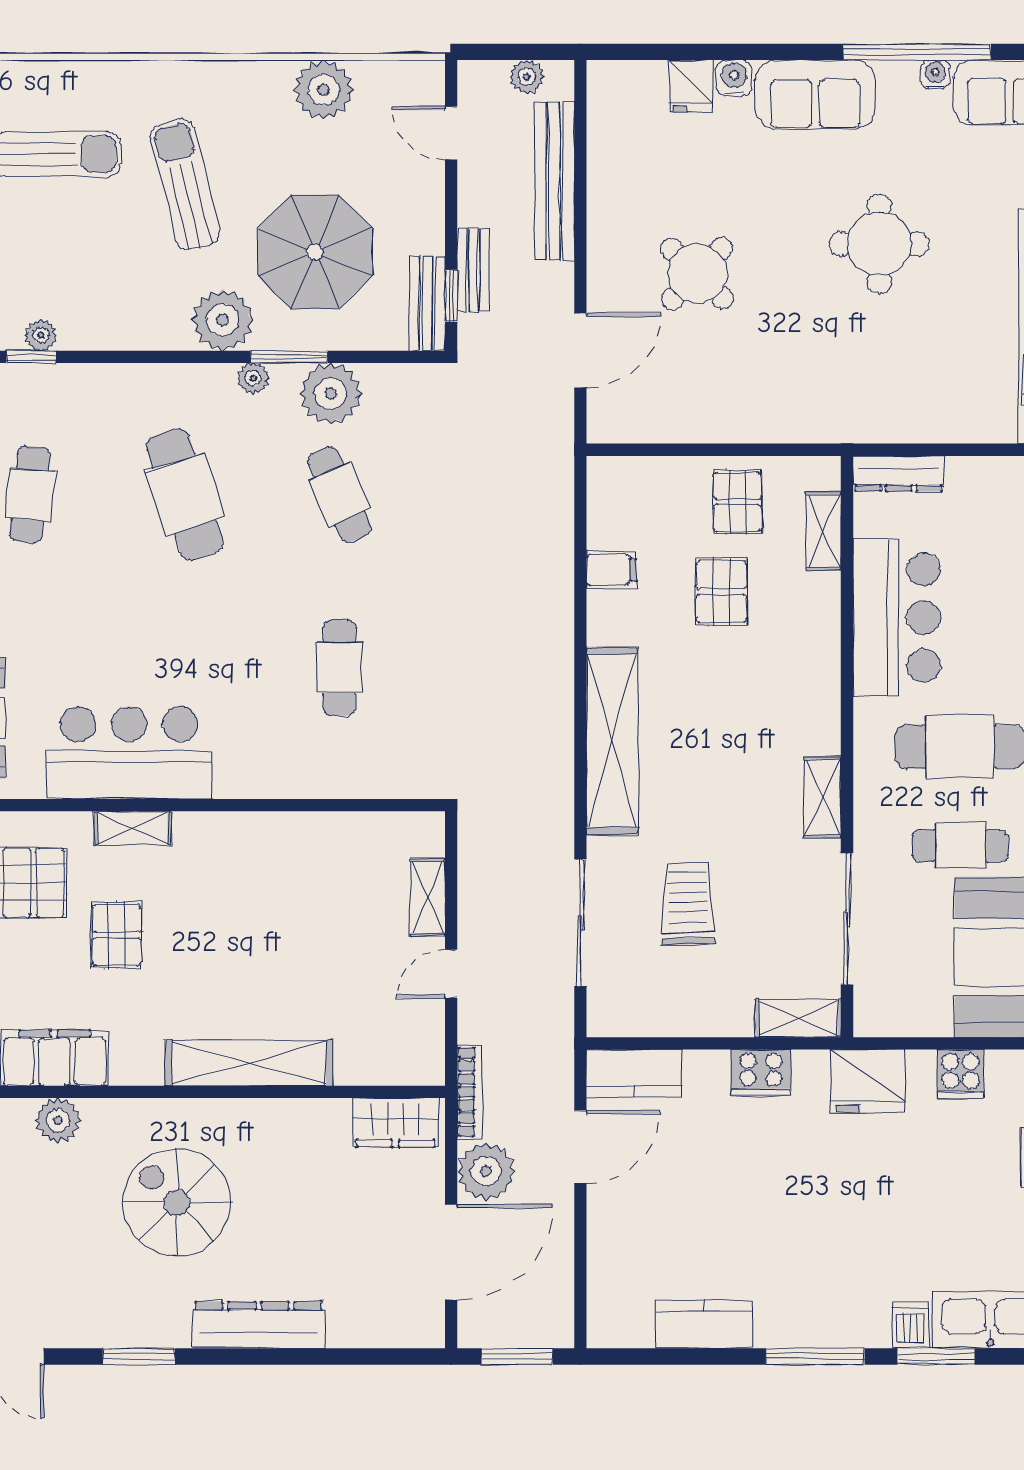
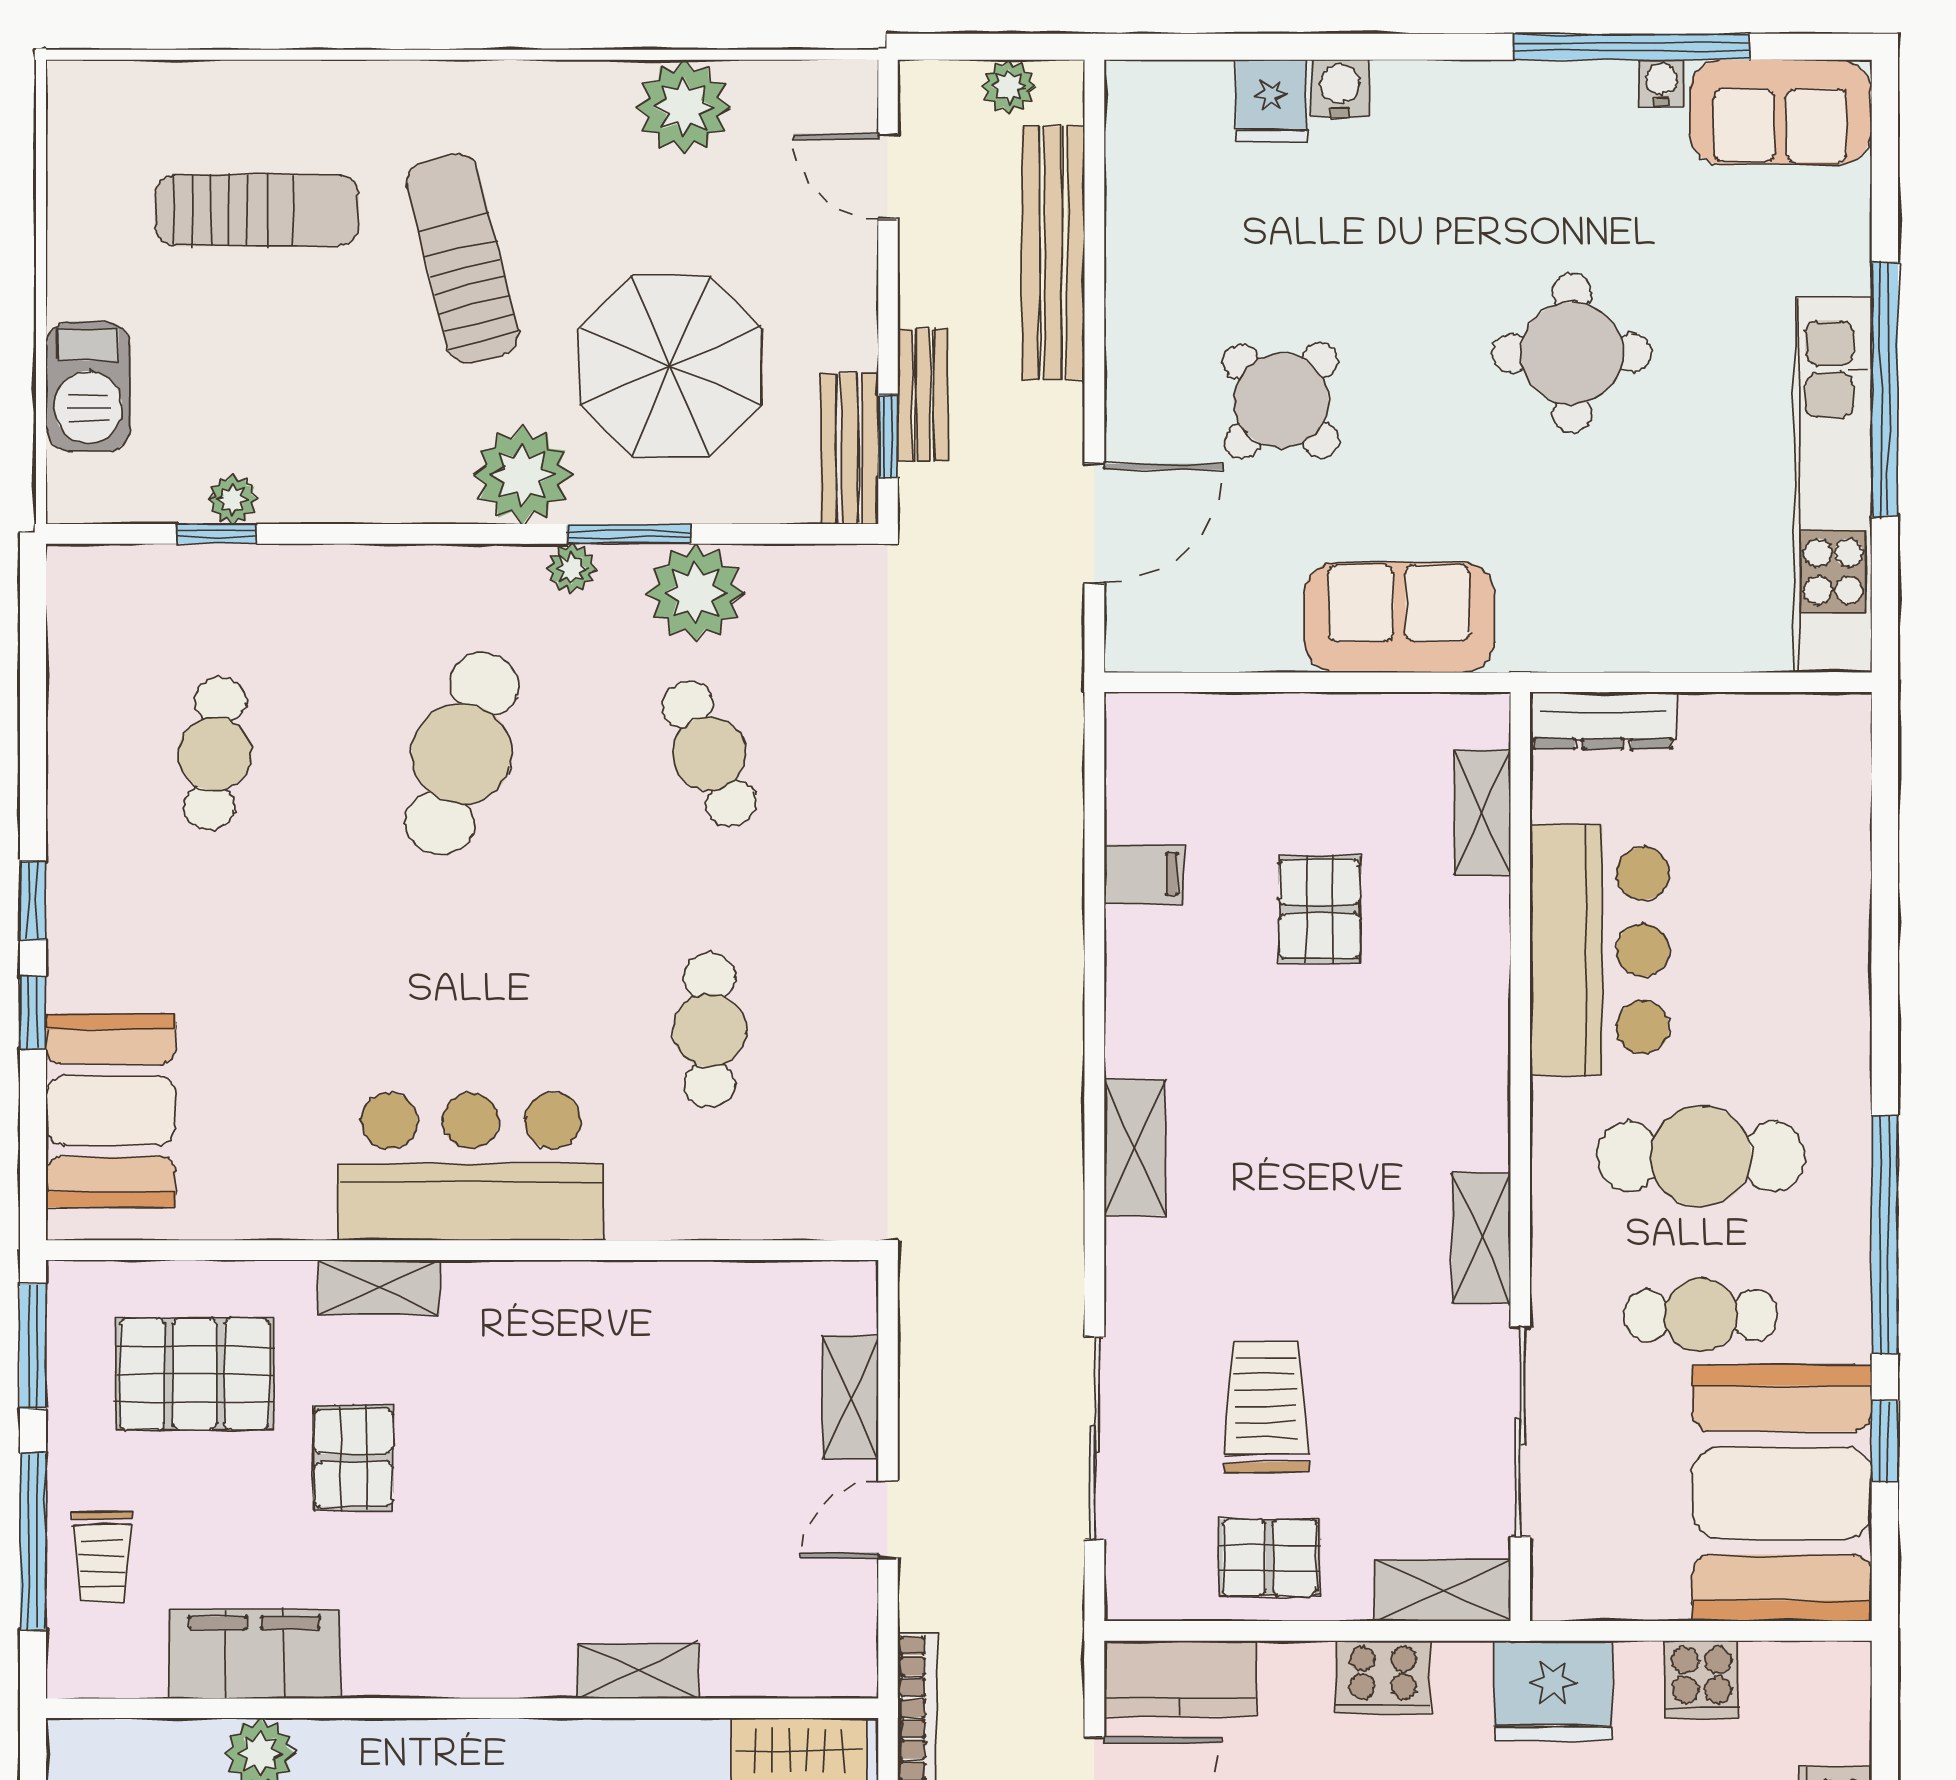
sofa: (815, 95) -> (1399, 617), moved, turned 180
cafe table: (185, 494) -> (462, 754), turned 36
pallet: (738, 502) -> (1269, 1558), moved, turned 90
shelving: (612, 741) -> (1135, 1147), width x0.45, depth x0.75
bar counter: (129, 753) -> (471, 1167), moved
shelving: (249, 1063) -> (638, 1671), width x0.45, depth x0.75

